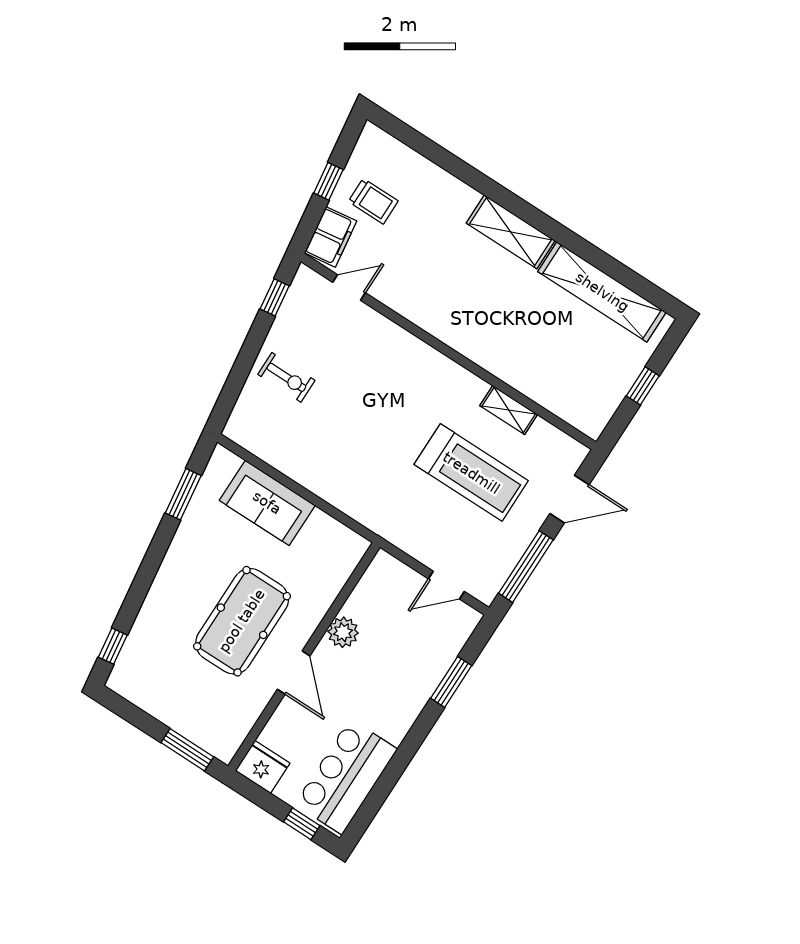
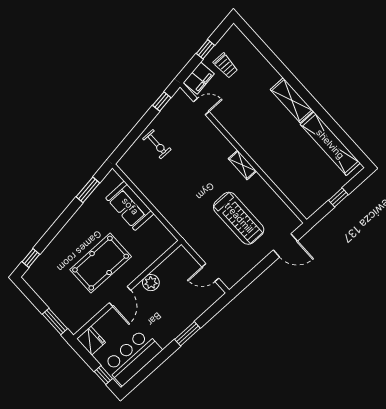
shelving: (509, 410) -> (242, 165), moved
window: (526, 567) -> (254, 274), removed
window: (451, 682) -> (187, 334), moved

